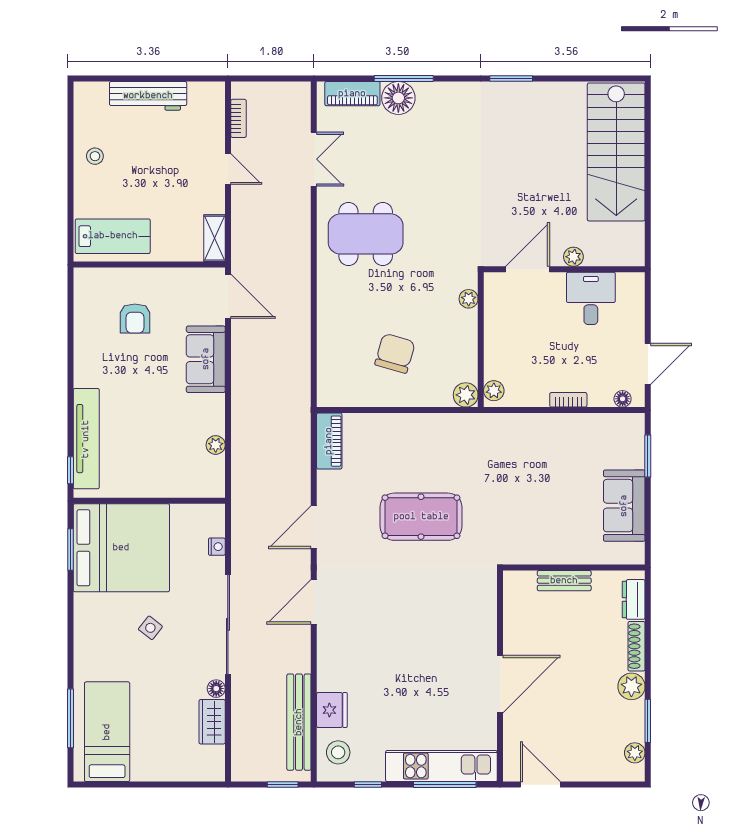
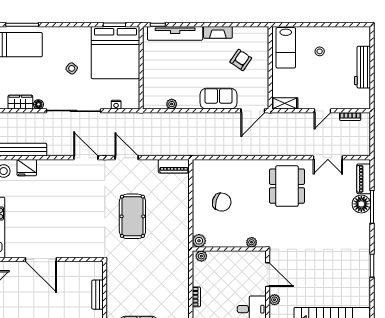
stool: (95, 156) -> (320, 51), moved
armchair: (135, 318) -> (241, 60), turned 124
fireplace: (85, 360) -> (218, 32), added

